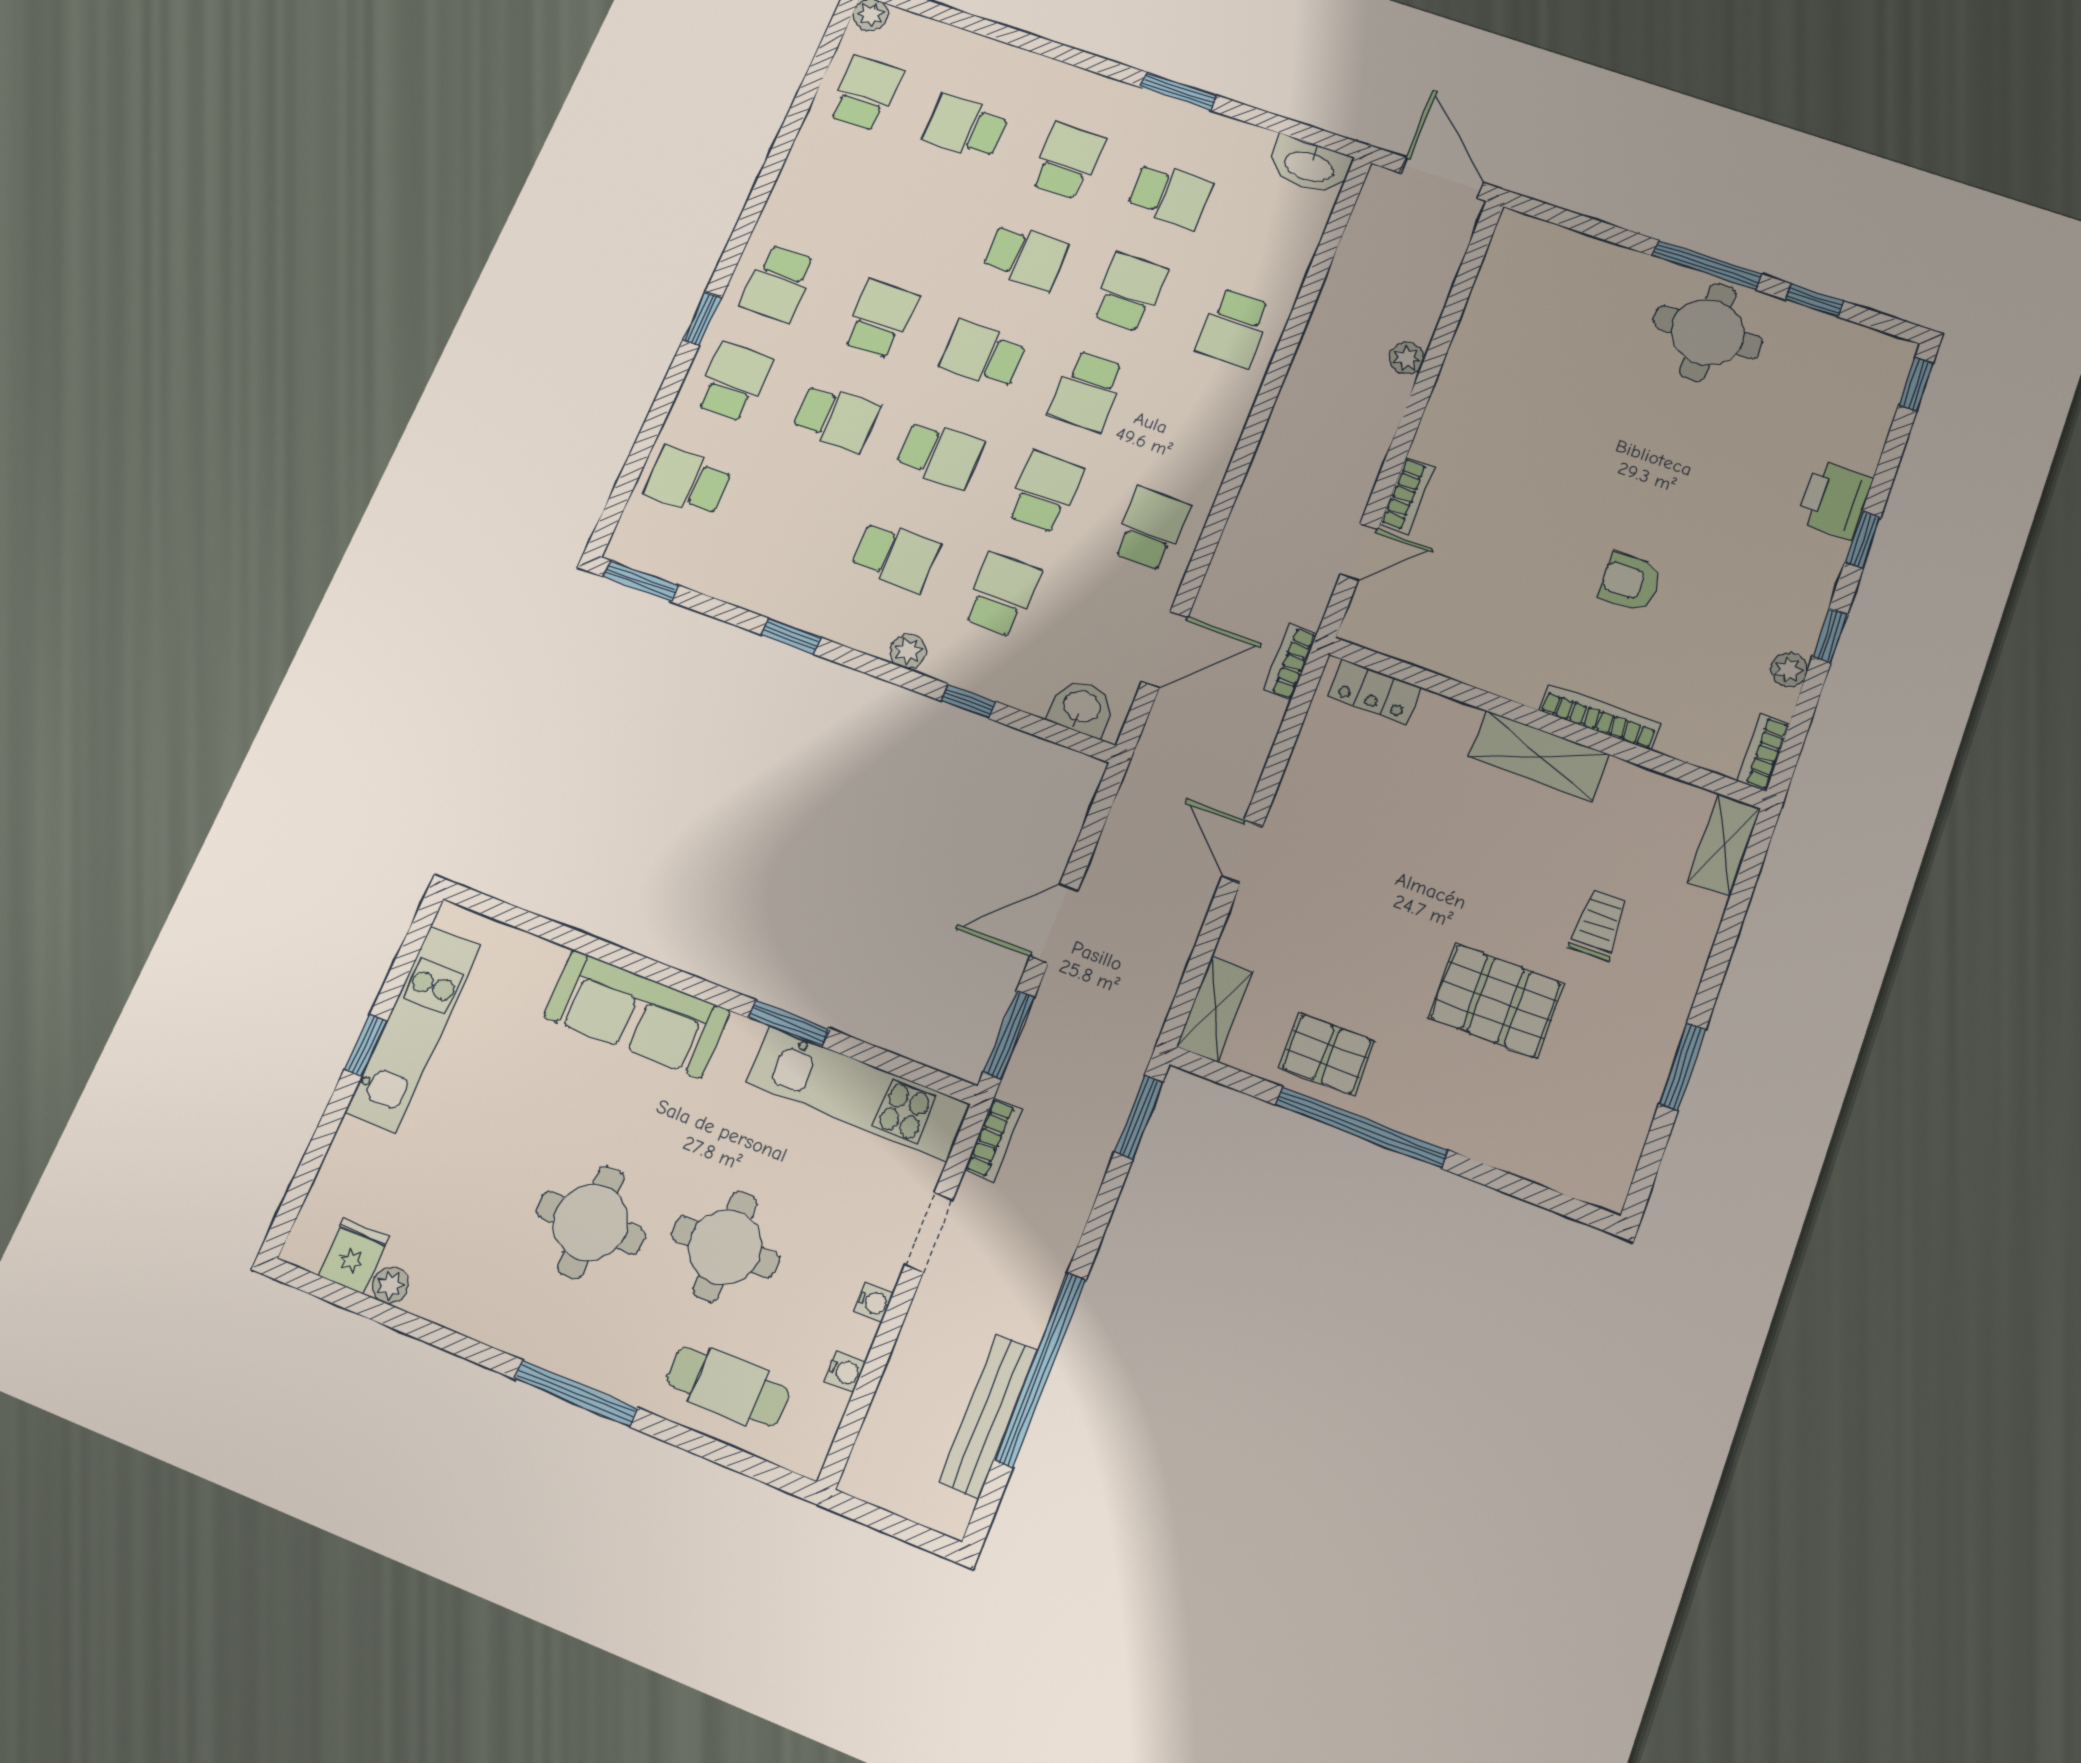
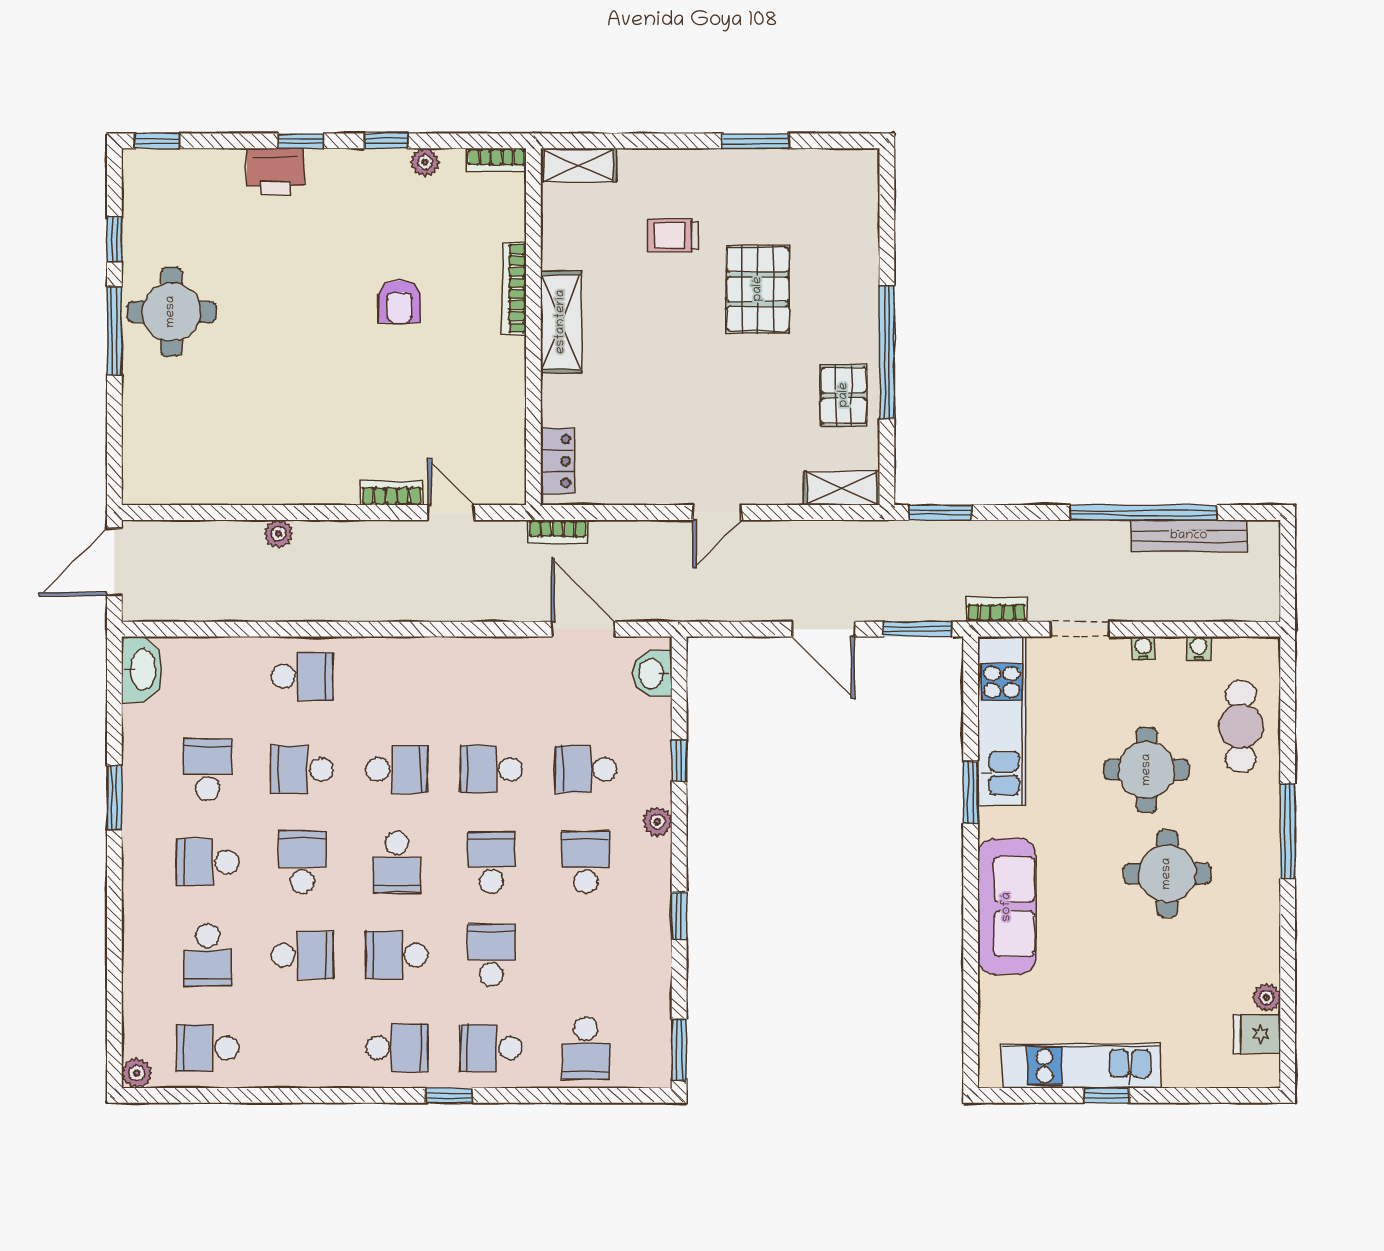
school desk: (1151, 529) -> (302, 955), moved, turned 180

